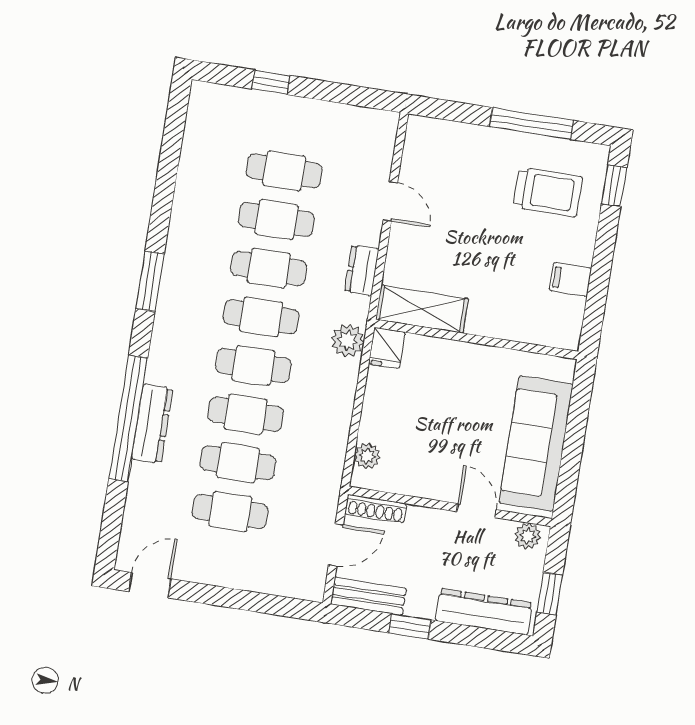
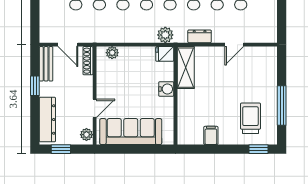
trolley: (548, 192) -> (250, 118), turned 180
water cooler: (460, 356) -> (166, 89), added

